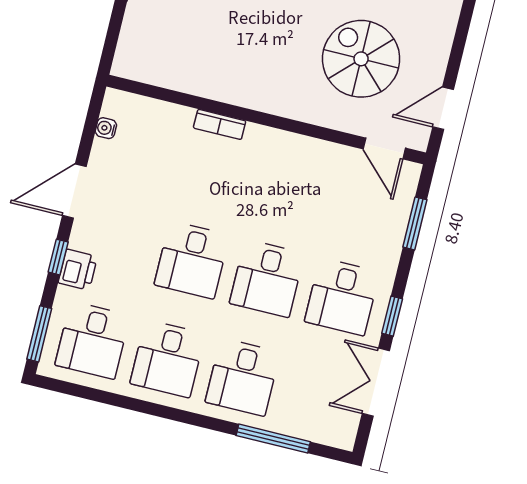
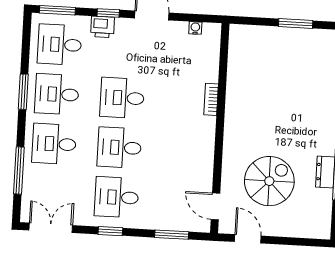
door: (384, 148) -> (215, 206), hinge flipped
double door: (376, 382) -> (51, 228), moved
window: (154, 409) -> (23, 92), added

